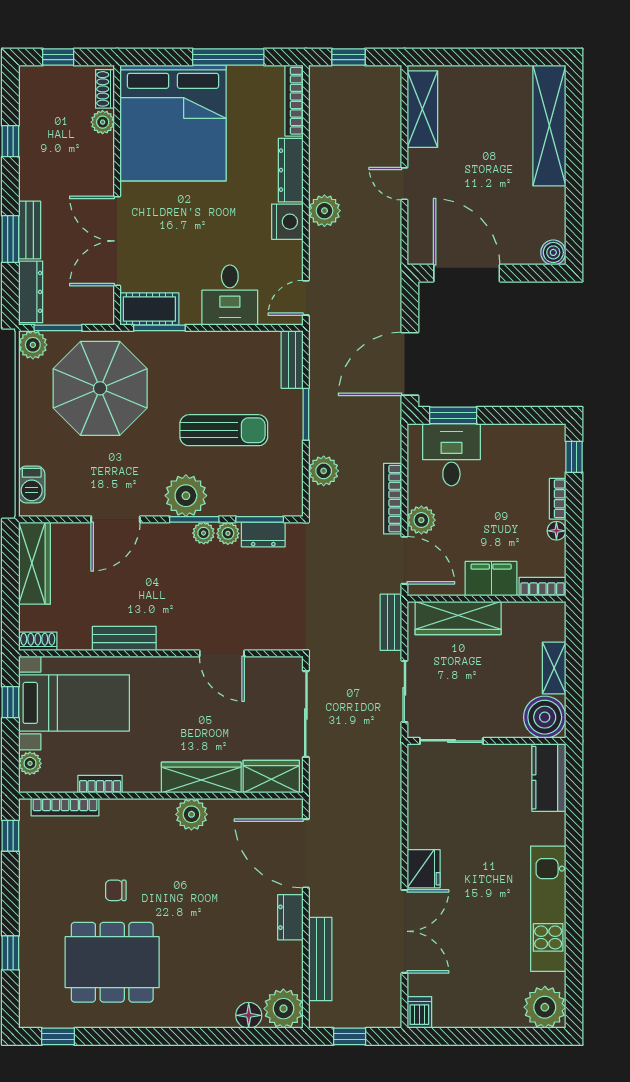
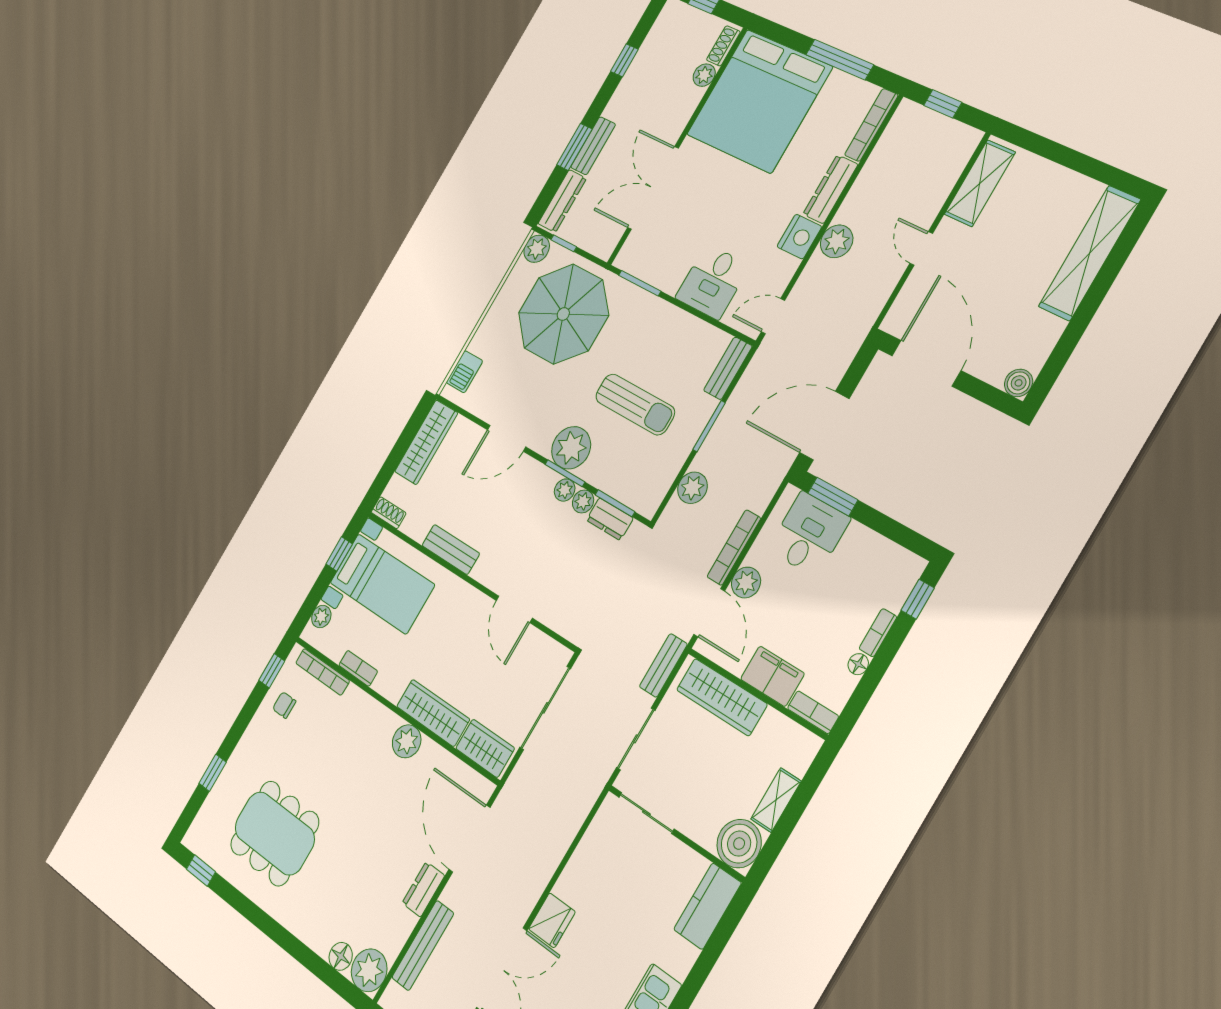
cot: (149, 309) -> (642, 262), removed
window: (58, 328) -> (564, 243), width x0.67
chair: (116, 890) -> (284, 705), moved

